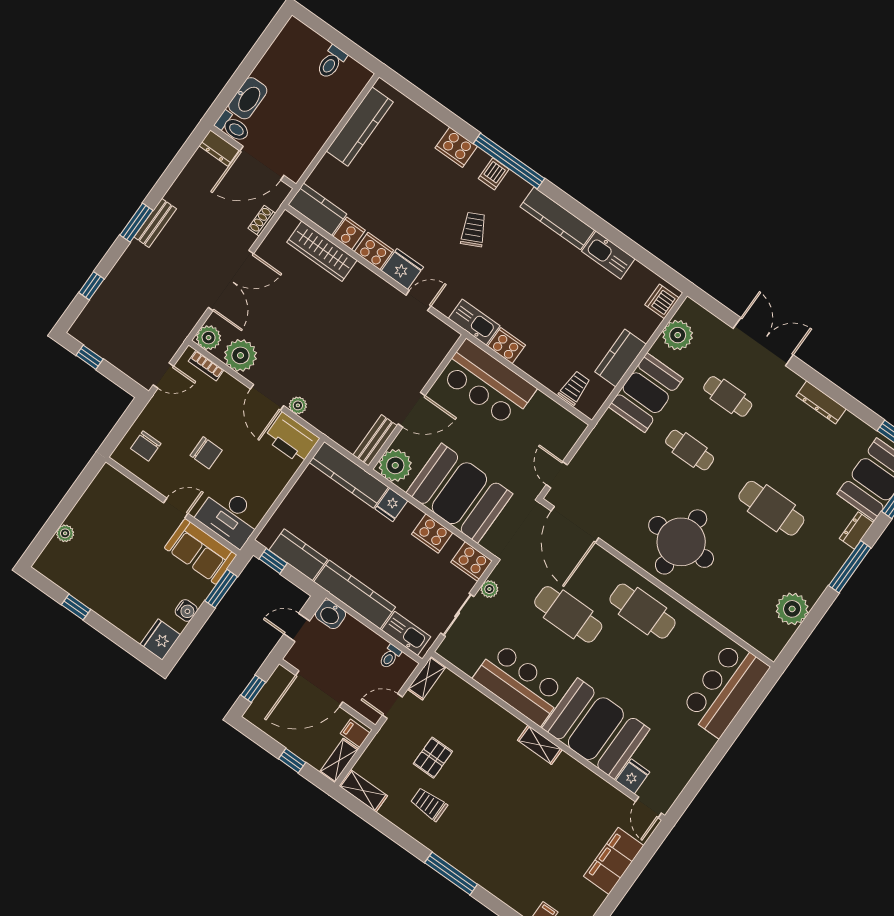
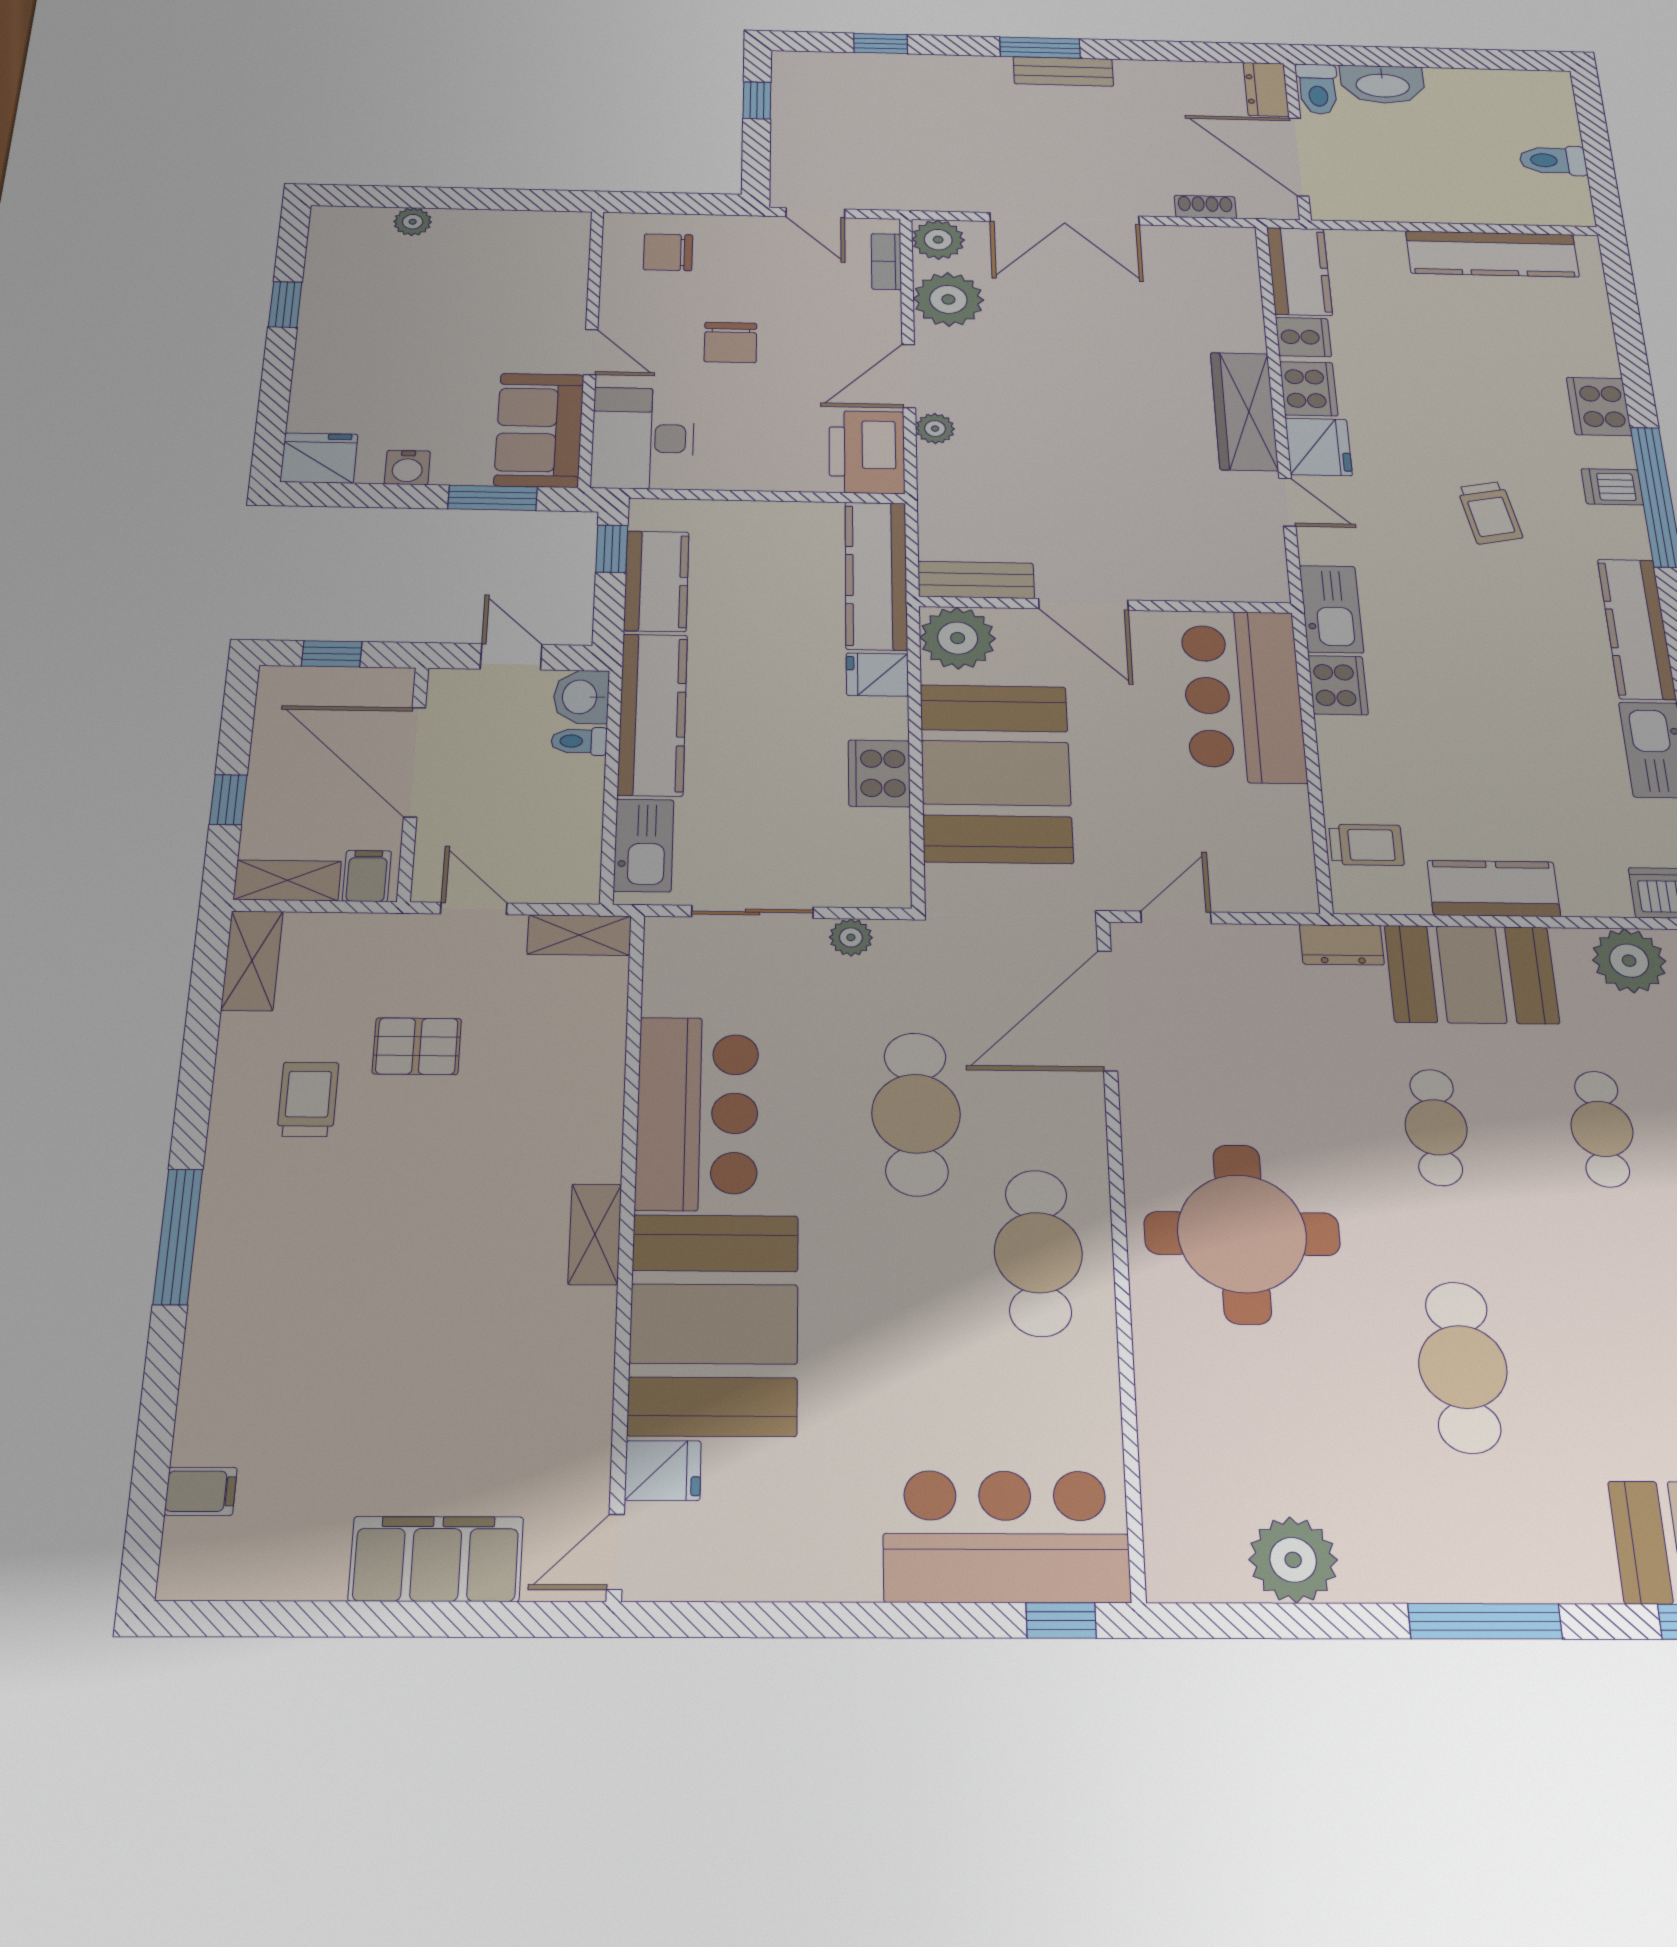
trolley: (474, 229) -> (1490, 513), turned 105
wardrobe: (322, 251) -> (1244, 411), moved
dresser: (856, 530) -> (1342, 945), moved, turned 180
cooker: (471, 562) -> (880, 873), removed
toilet: (390, 657) -> (579, 741), moved
window: (761, 692) -> (1061, 1620), added

